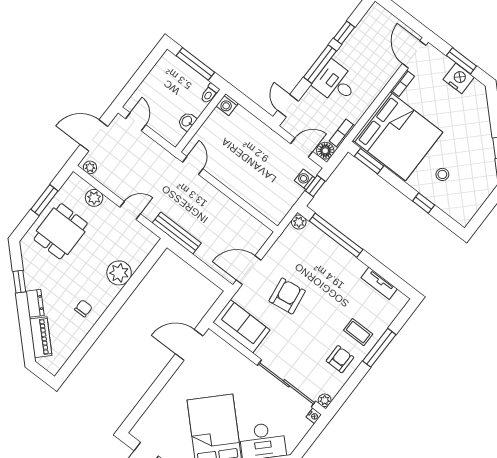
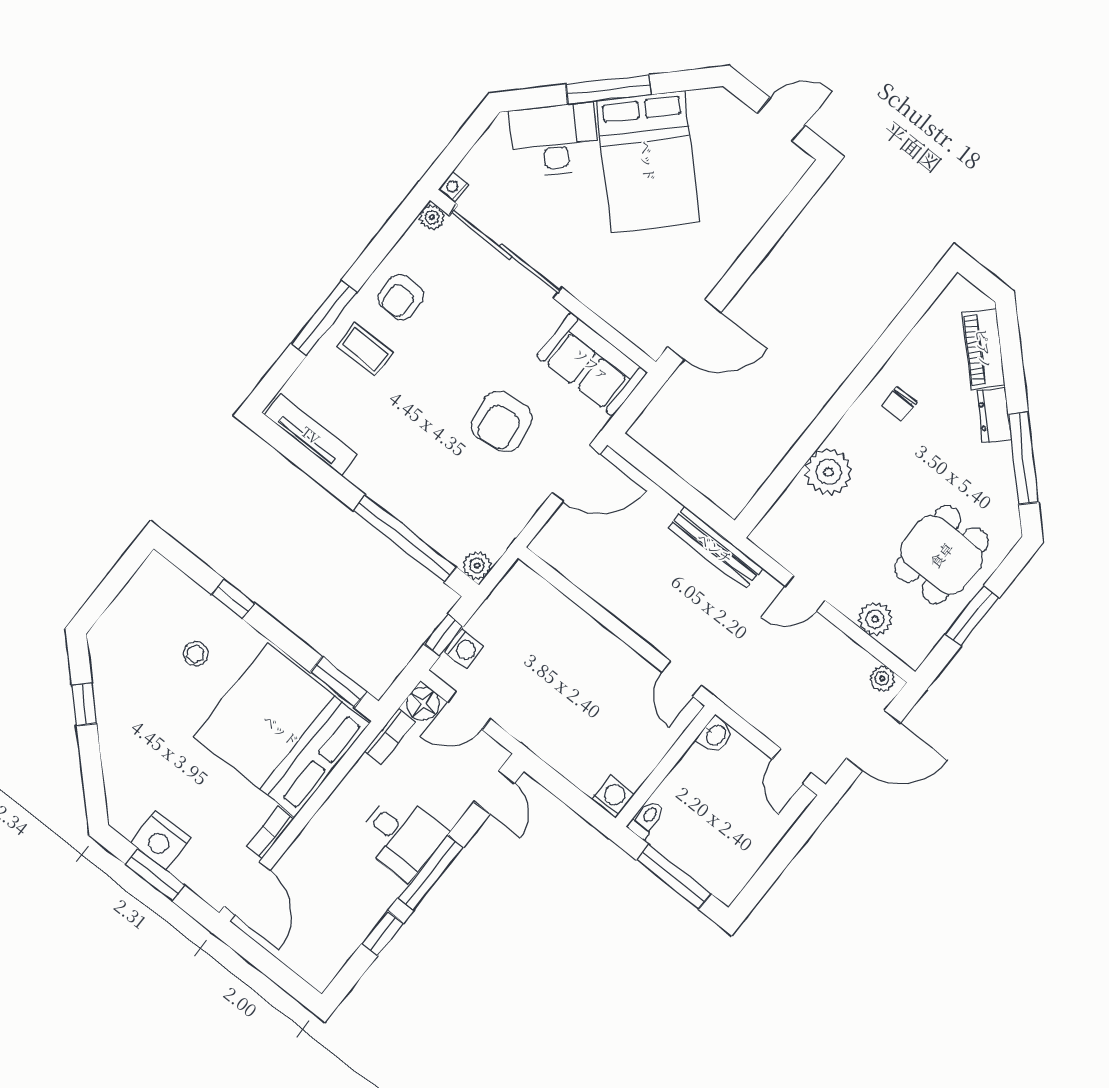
washbasin: (187, 121) -> (715, 735), moved
window: (19, 282) -> (1023, 458), width x2.17
tv unit: (379, 283) -> (311, 435), width x1.41

